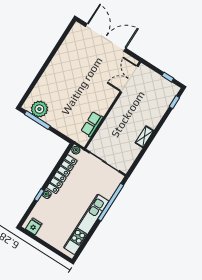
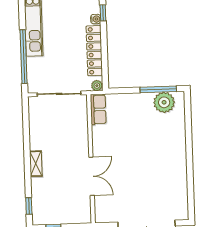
double door: (129, 79) -> (92, 176), moved
row of seats: (92, 124) -> (98, 109), moved
shelving: (144, 137) -> (36, 164), moved

